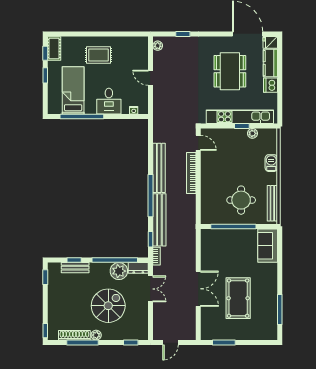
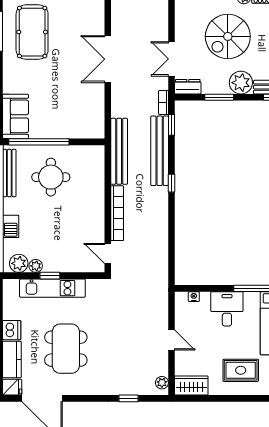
wardrobe: (136, 44) -> (191, 386), added
kitchen unit: (240, 117) -> (52, 288), width x0.73
plant: (265, 135) -> (19, 263), added
bench: (159, 168) -> (119, 151), moved
window: (150, 196) -> (171, 183), width x0.32
window: (233, 227) -> (39, 142), moved
window: (115, 260) -> (219, 97), width x0.47
plant: (119, 271) -> (241, 83), moved
pool table: (238, 298) -> (32, 32), moved

